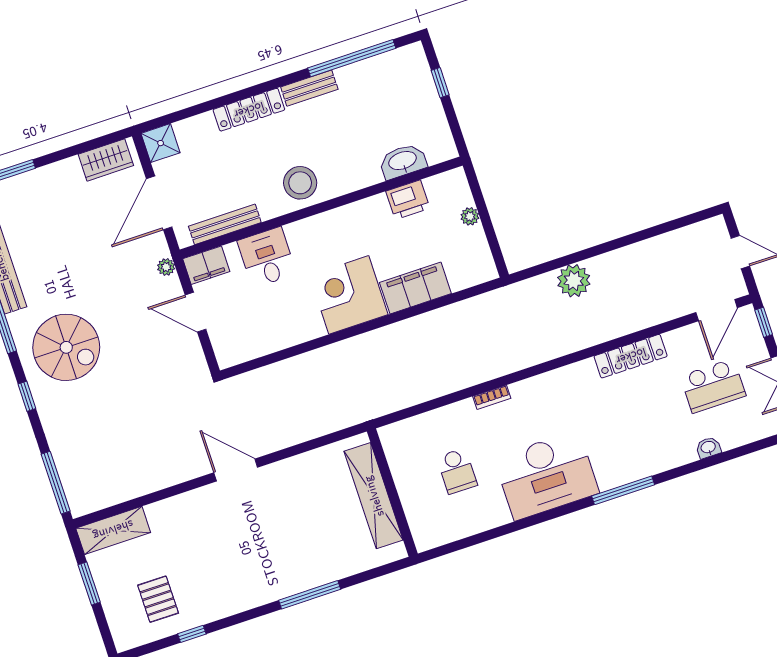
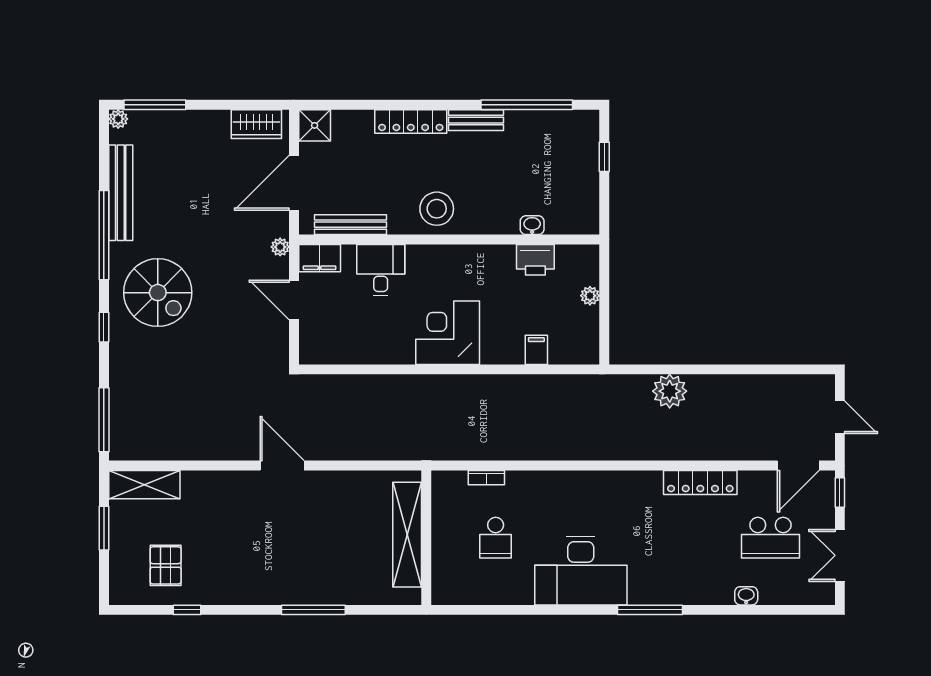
washbasin: (403, 161) -> (532, 225), width x0.52, depth x0.69
filing cabinet: (415, 288) -> (536, 350), width x0.33, depth x0.86
bookcase: (492, 397) -> (486, 478), moved

